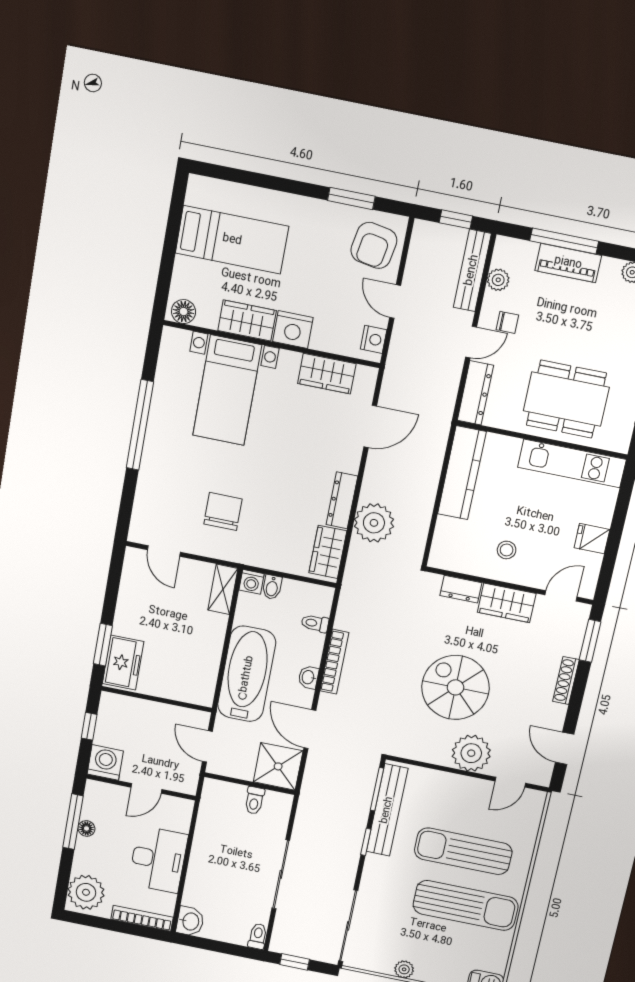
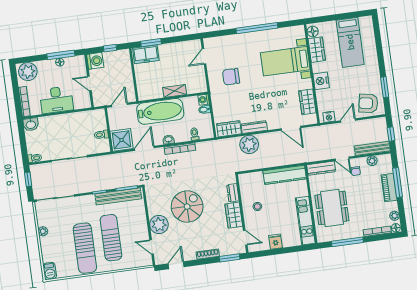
wardrobe: (247, 321) -> (317, 50), moved
chair: (223, 511) -> (231, 77), turned 180
shelving: (223, 589) -> (175, 91), moved

